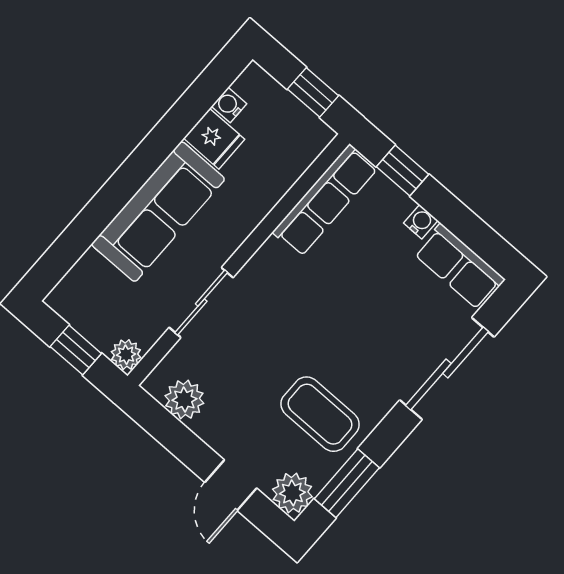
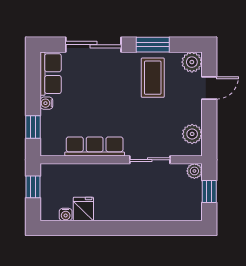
row of seats: (325, 200) -> (95, 146), moved
sofa: (158, 212) -> (130, 206), removed
window: (347, 483) -> (153, 45), moved

